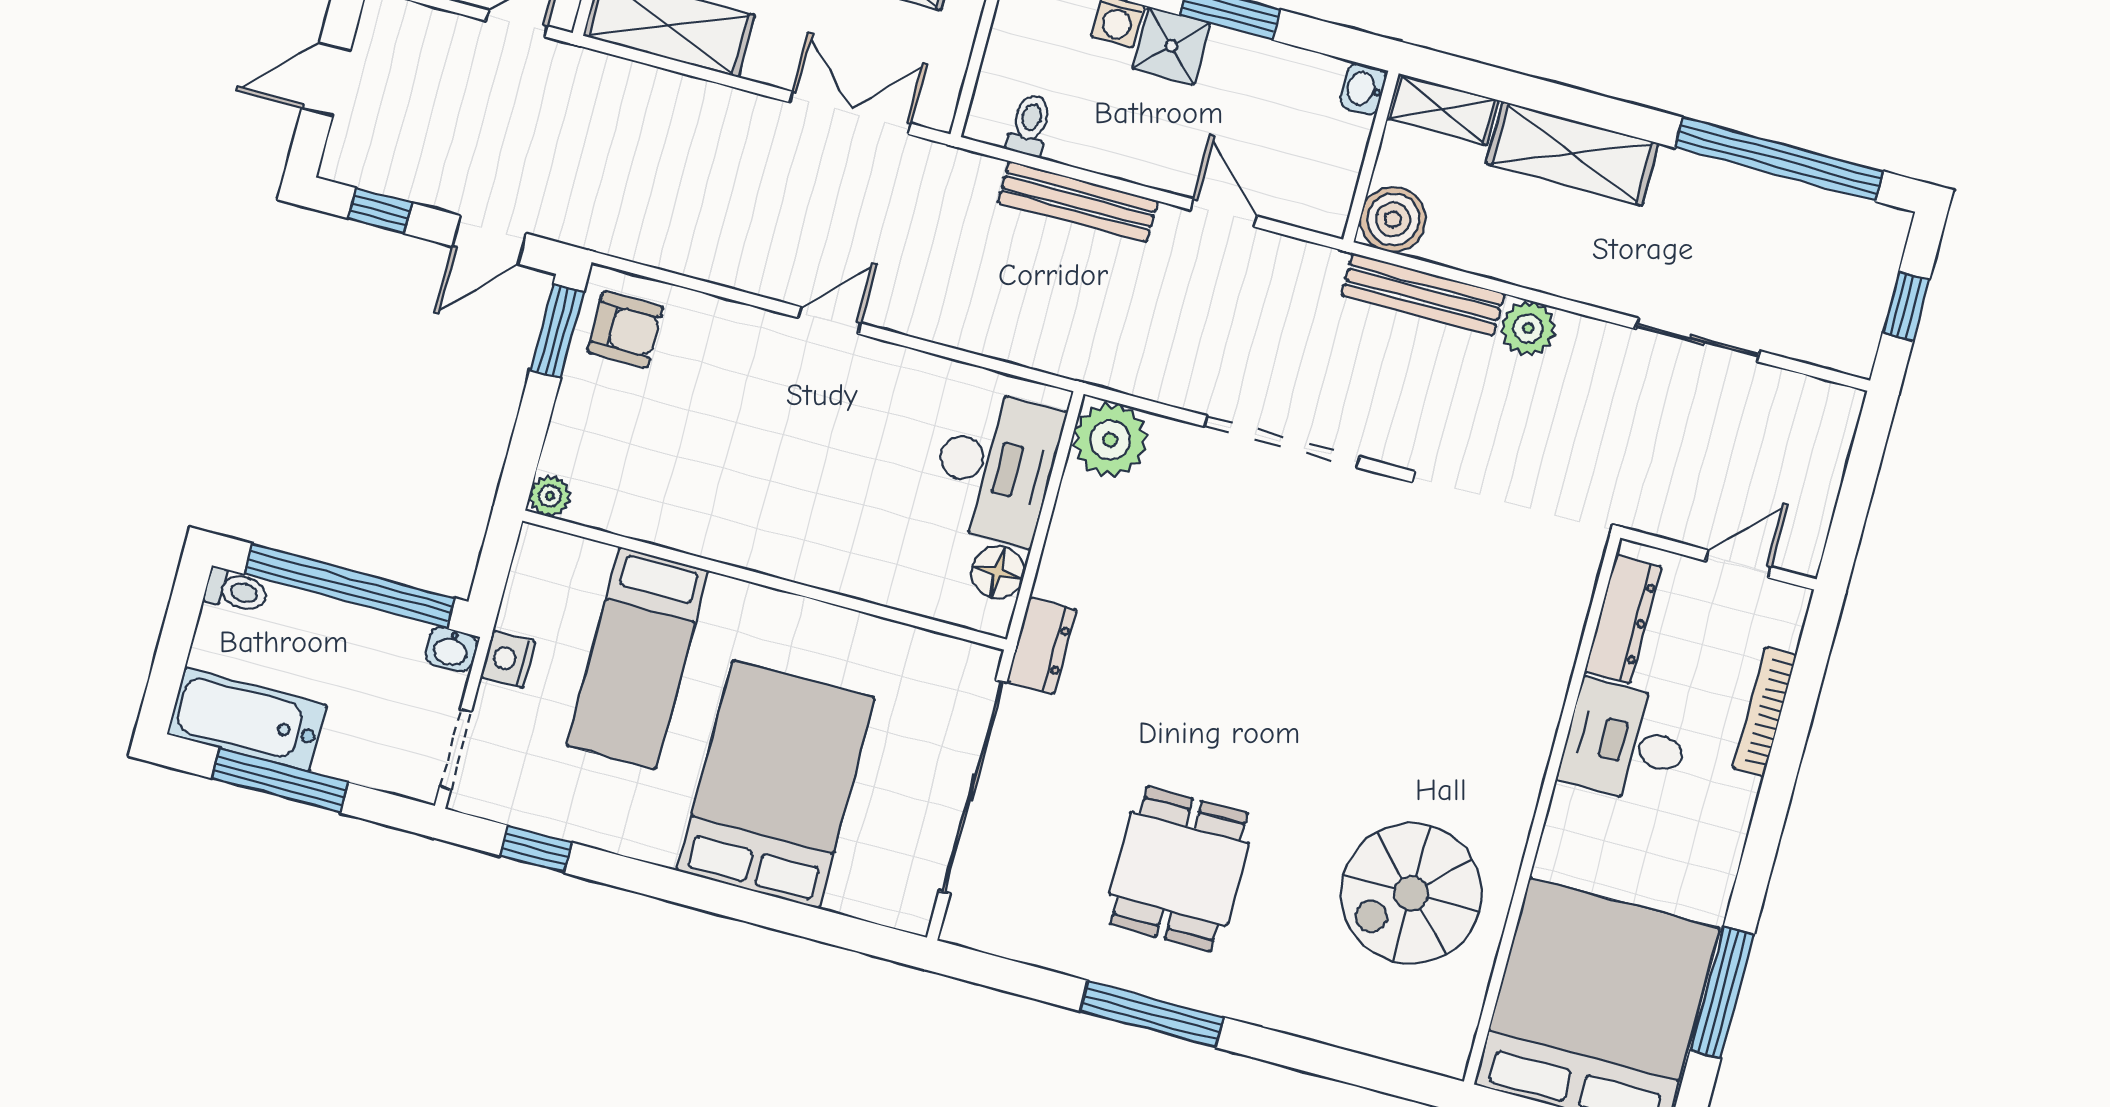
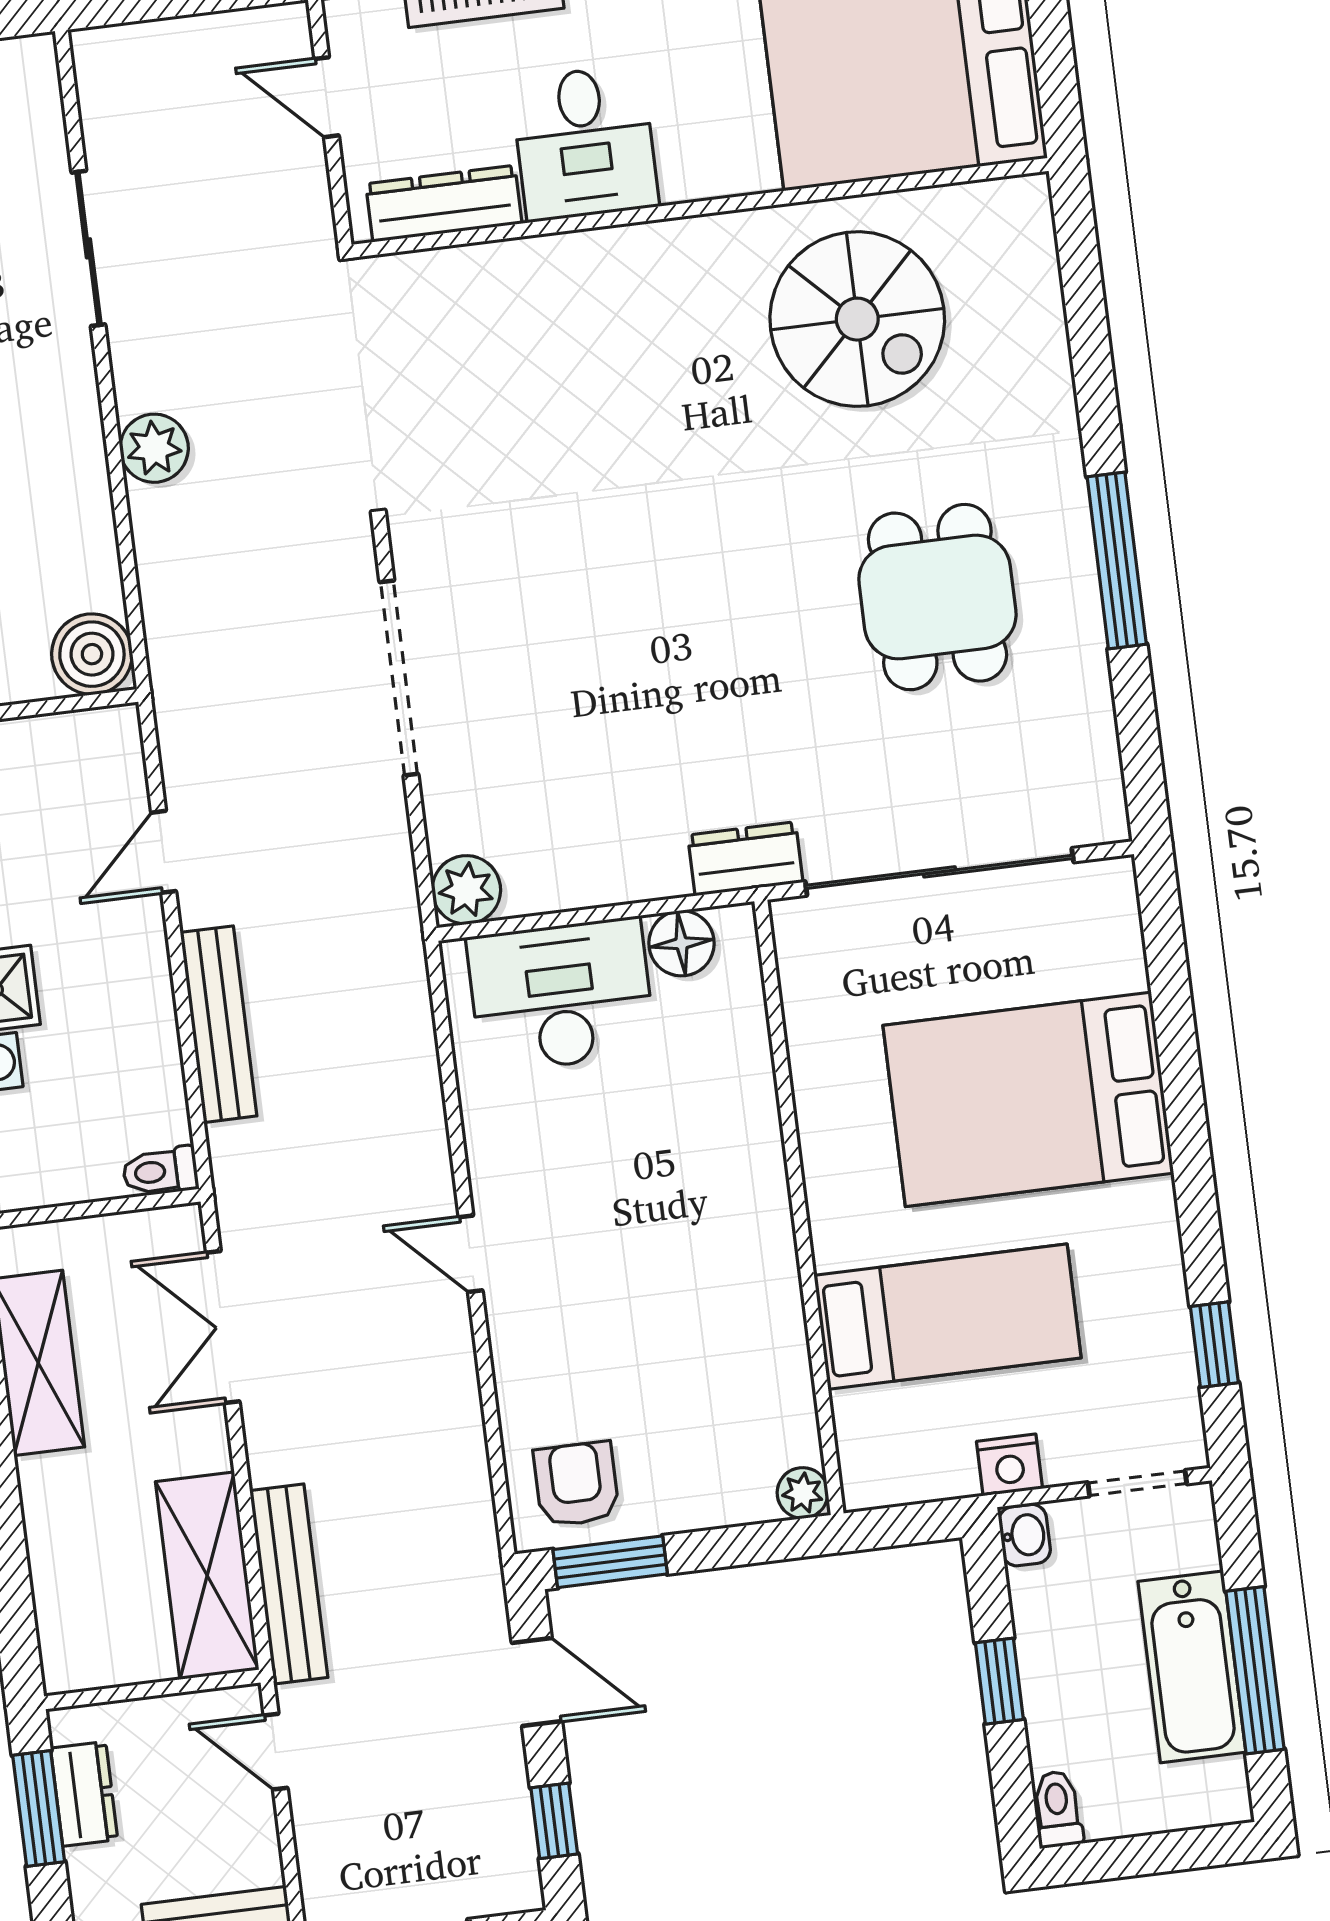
toilet: (1030, 125) -> (160, 1171), moved
bench: (1423, 294) -> (289, 1584), moved
plant: (1110, 440) -> (466, 890), width x0.73, depth x0.73
window: (349, 586) -> (999, 1681), width x0.32
bathtub: (247, 720) -> (1192, 1667), moved
dining table: (1179, 869) -> (937, 597), turned 90

